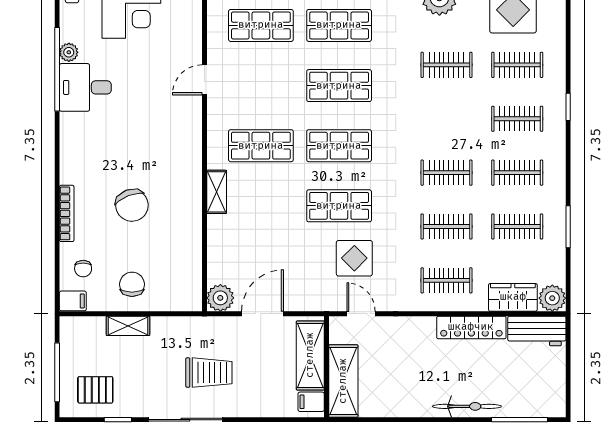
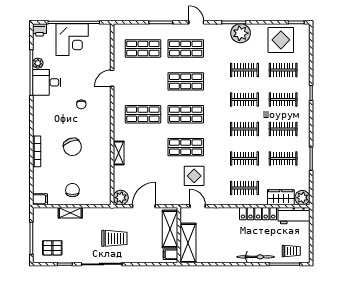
clothes rail: (446, 119) -> (244, 99), added
shelving: (217, 192) -> (119, 153), moved
chair: (83, 269) -> (81, 104), moved
trolley: (532, 396) -> (291, 251), added

